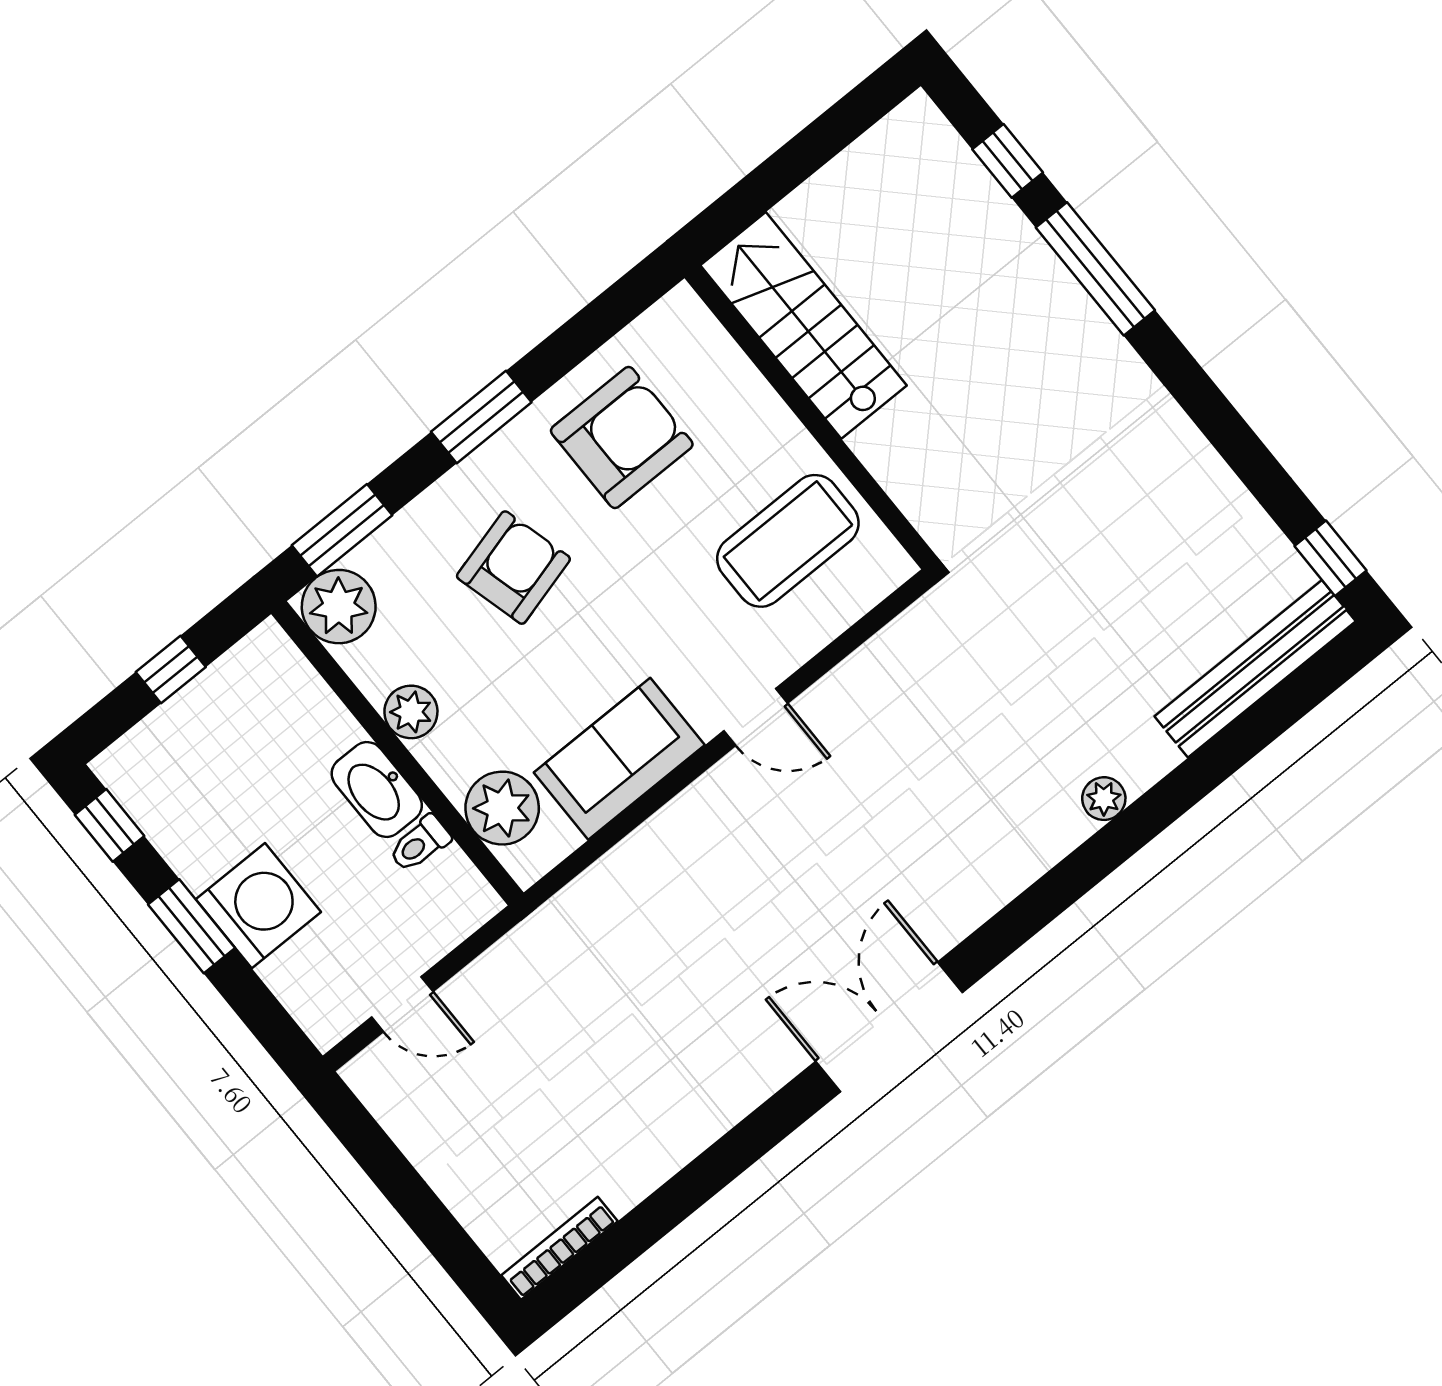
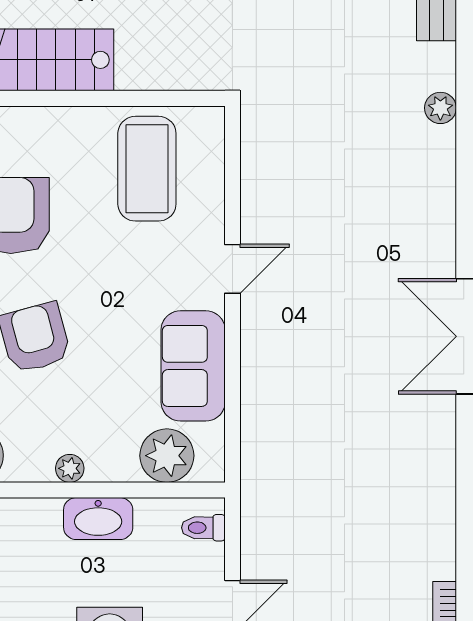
plant: (411, 712) -> (70, 468), width x0.73, depth x0.73
toilet: (420, 844) -> (203, 528), moved, turned 90

